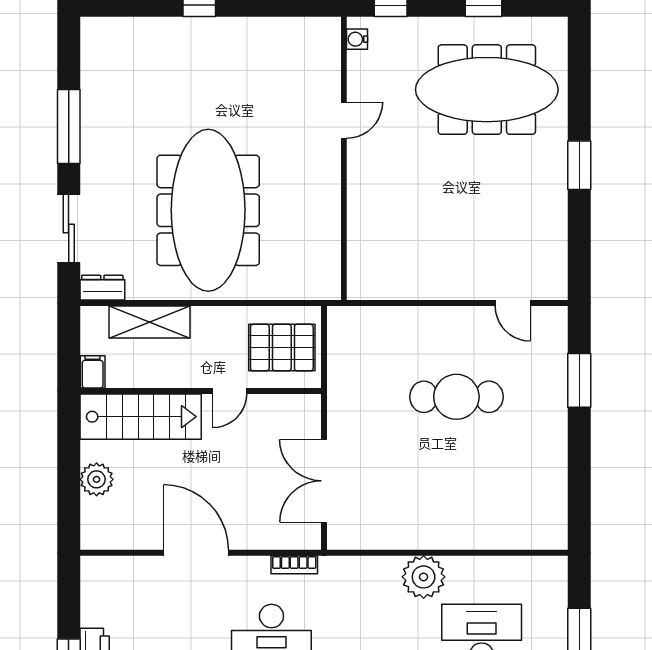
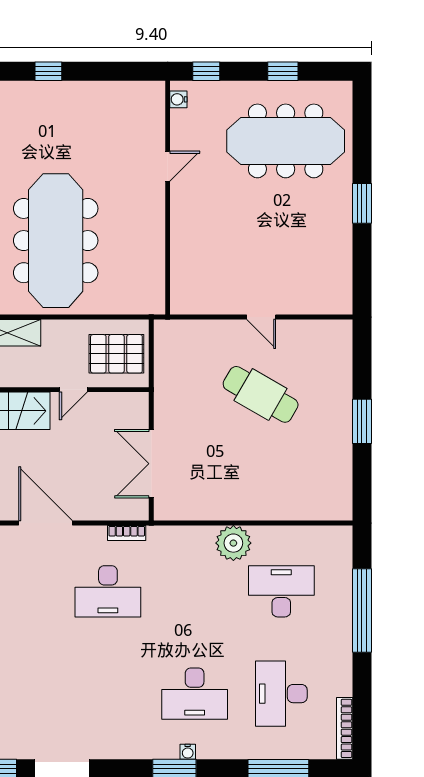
door: (513, 303) -> (261, 317), moved
window: (579, 380) -> (362, 421), moved
cafe table: (456, 397) -> (261, 394), turned 30

